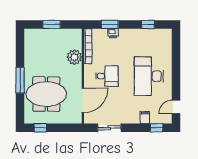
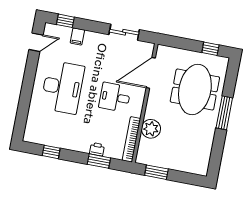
window: (52, 24) -> (156, 172), moved
meeting table: (46, 94) -> (195, 89), turned 90

